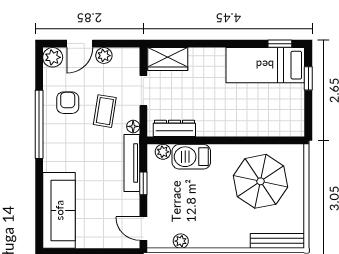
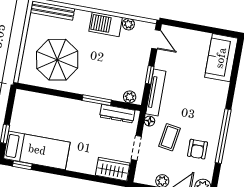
window: (203, 140) -> (97, 100), added
barbecue: (191, 157) -> (106, 24), moved, turned 180
sofa: (59, 210) -> (221, 58), width x0.73

